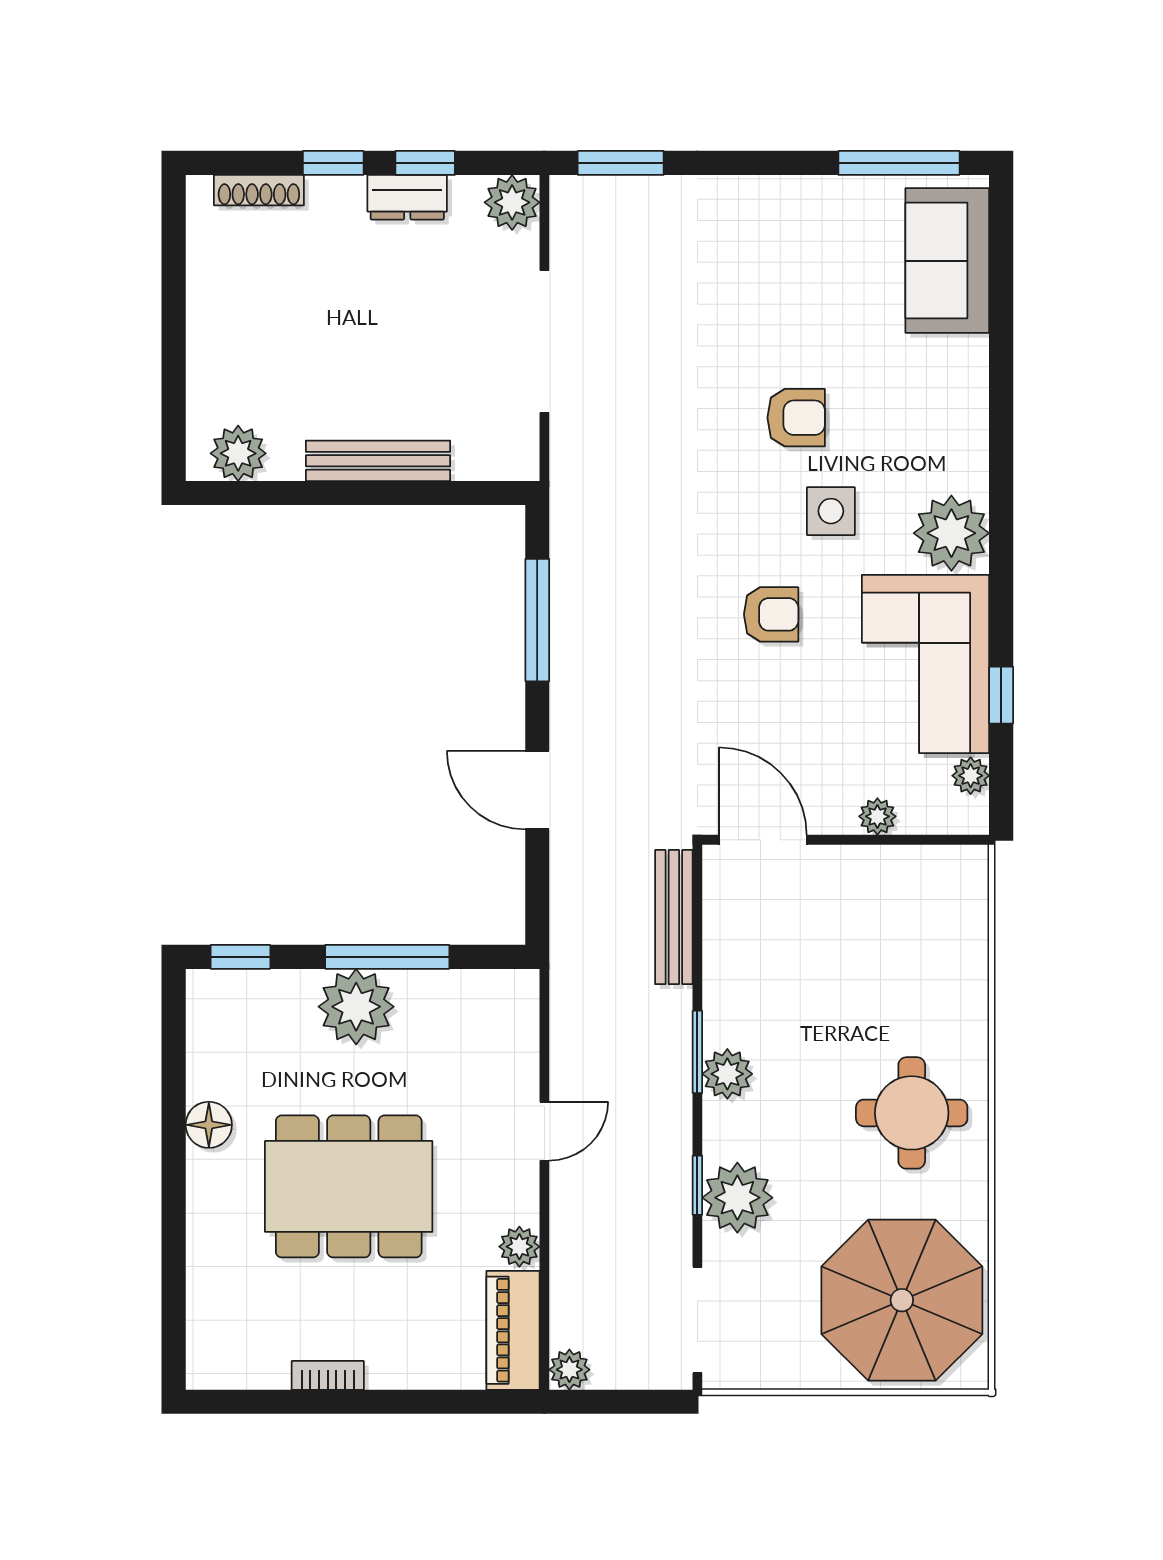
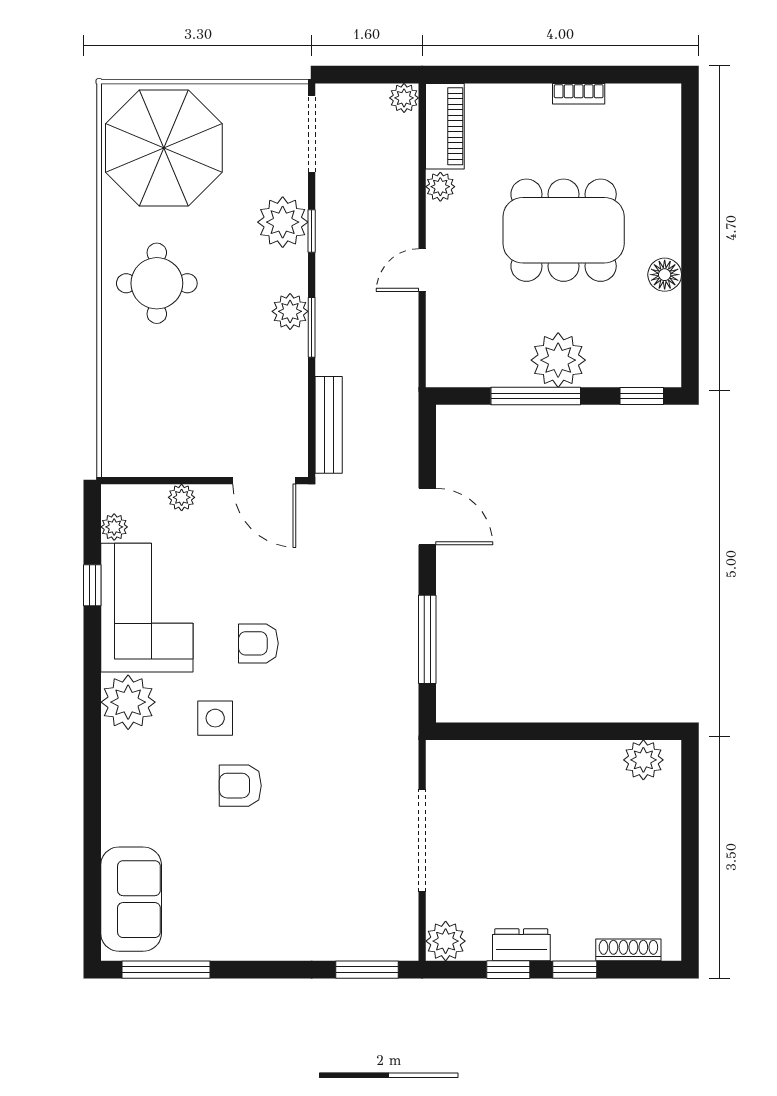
bench: (378, 461) -> (542, 754), removed

